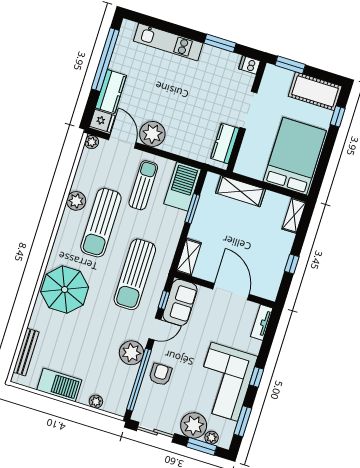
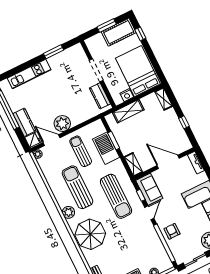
dishwasher: (249, 65) -> (77, 49), removed
window: (290, 65) -> (107, 25), moved
nightstand: (256, 171) -> (127, 95), added
barbecue: (182, 186) -> (106, 148), moved
plant: (76, 201) -> (68, 212), moved
sun lounger: (101, 223) -> (78, 187), turned 180
plant: (131, 353) -> (149, 234), removed

